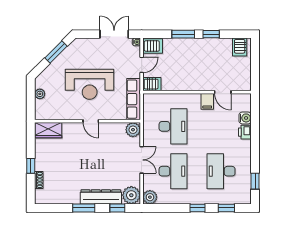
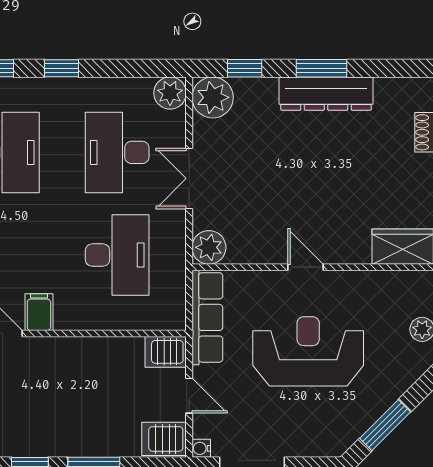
door: (142, 65) -> (189, 396), swing flipped
desk: (173, 126) -> (117, 255), turned 180
dresser: (101, 197) -> (326, 94), moved

